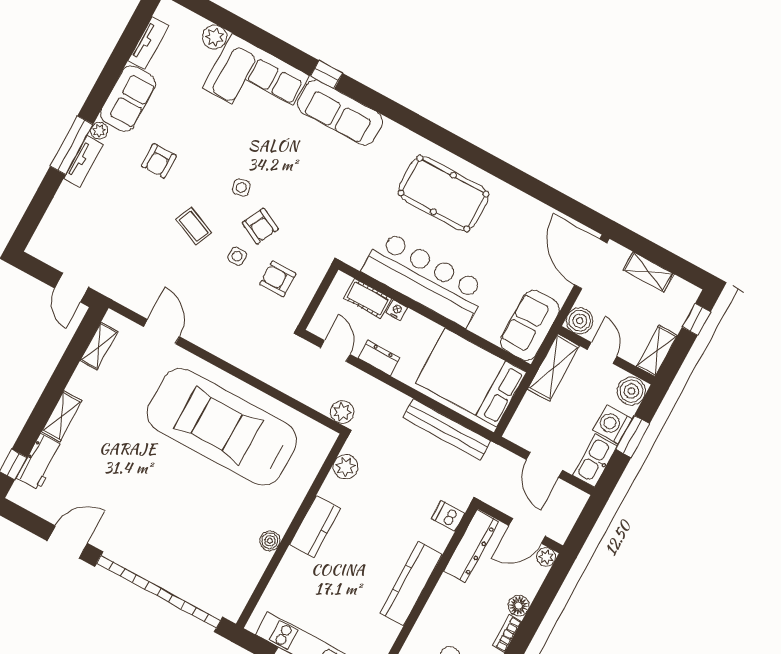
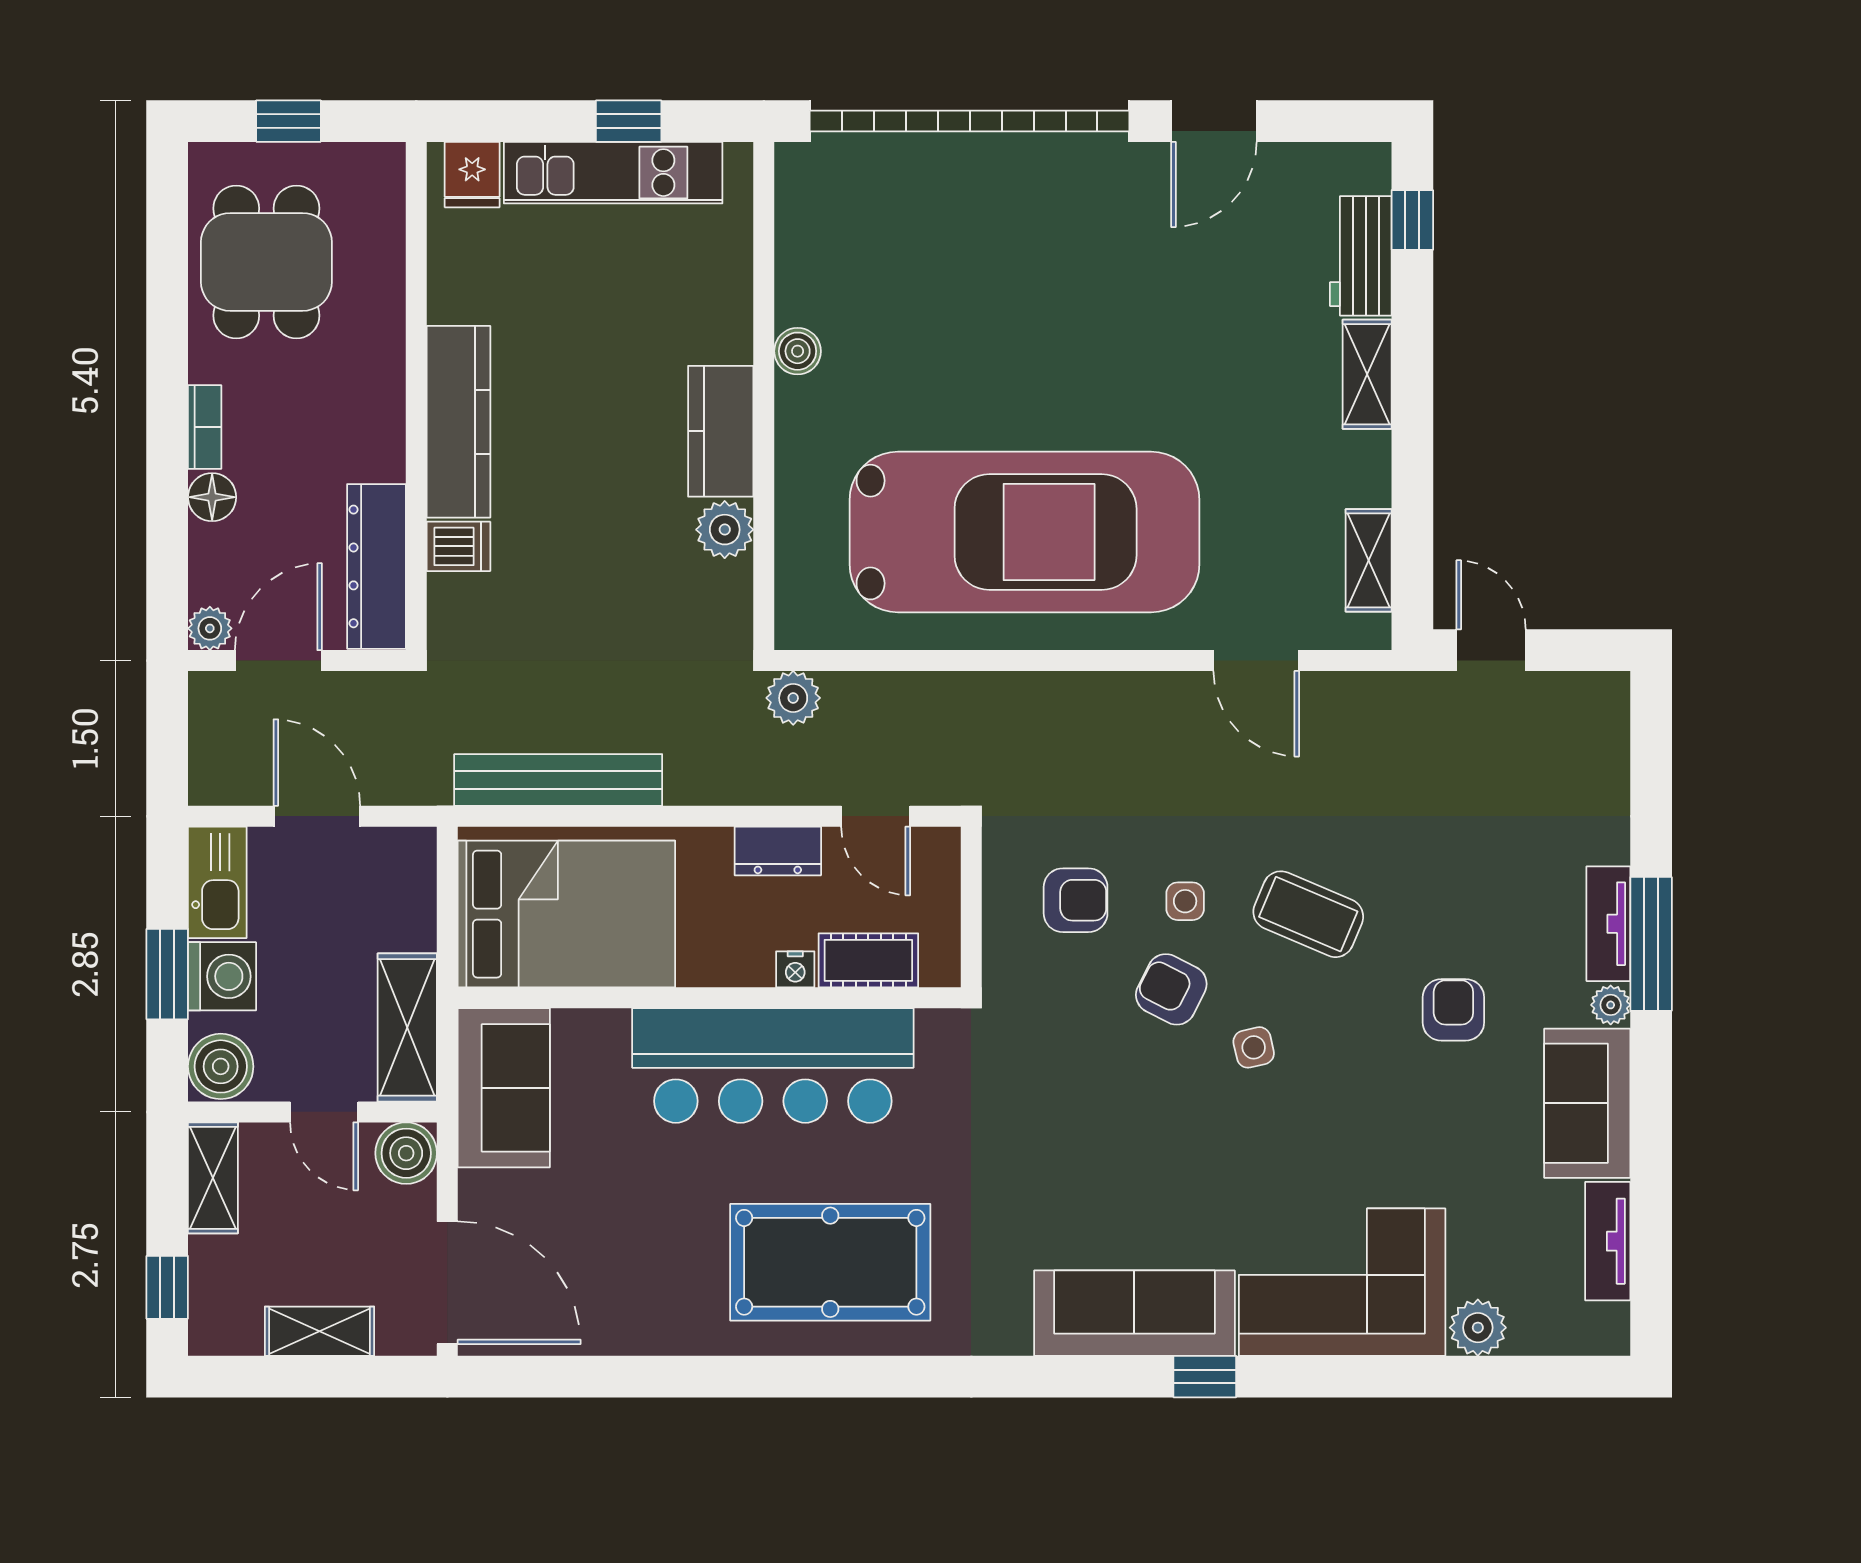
coffee table: (194, 226) -> (1308, 914), width x1.36, depth x1.30
plant: (346, 467) -> (725, 530), moved
dishwasher: (448, 516) -> (458, 546), moved

